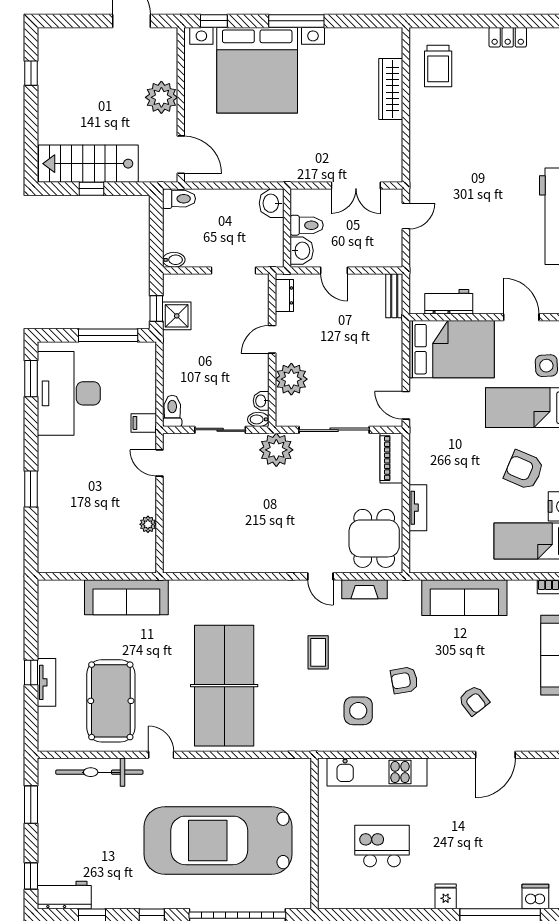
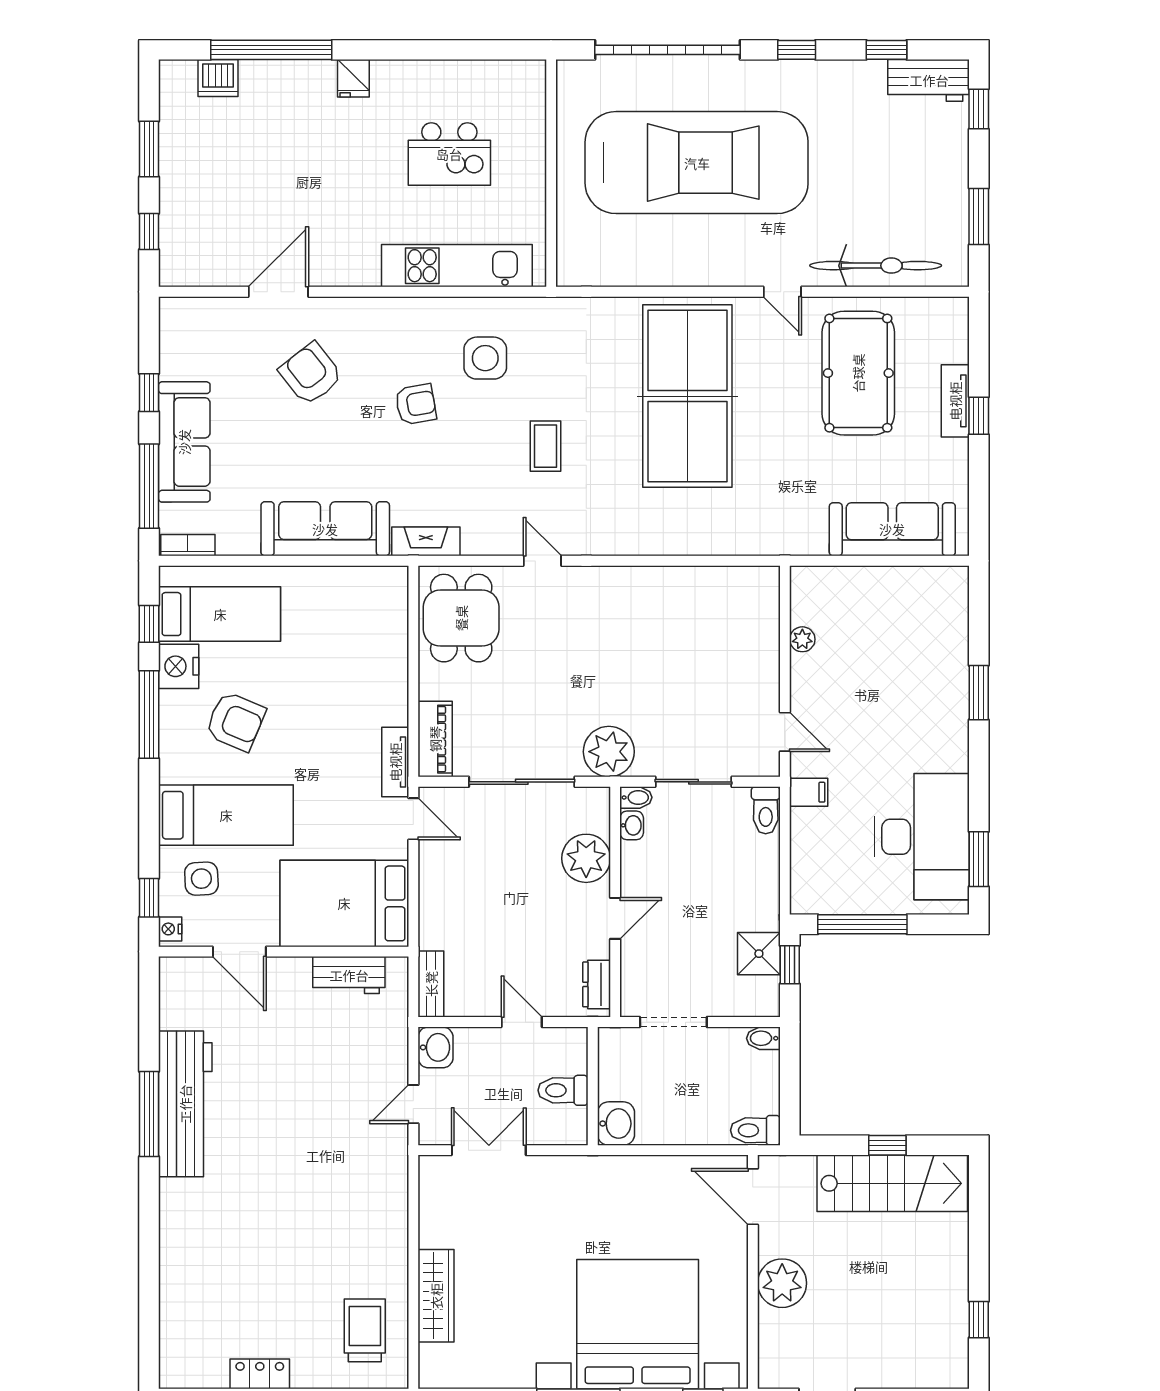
washbasin: (302, 251) -> (436, 1047), moved, turned 180
tv unit: (418, 508) -> (395, 762), moved
fireplace: (364, 589) -> (426, 541), moved
sofa: (126, 597) -> (892, 529), moved
armchair: (474, 700) -> (311, 374), width x1.38, depth x1.38

